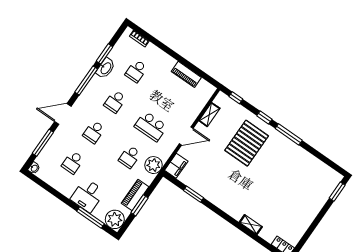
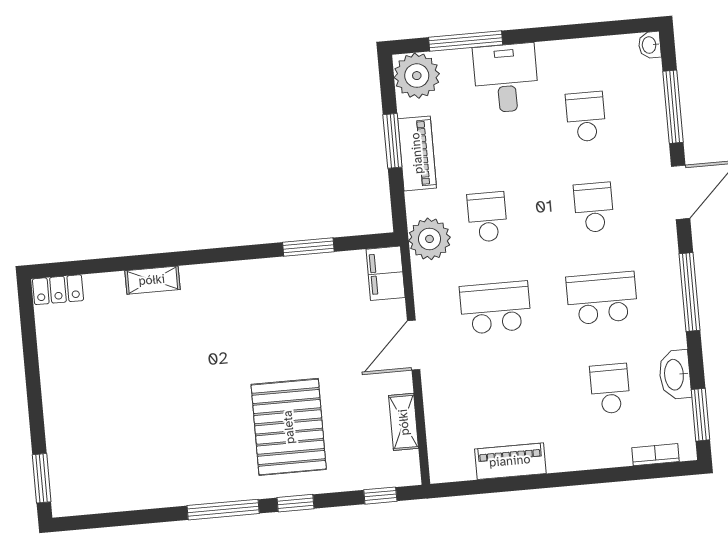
window: (105, 54) -> (700, 415), moved
washbasin: (106, 68) -> (675, 375), moved
school desk: (115, 102) -> (602, 298), width x1.85

